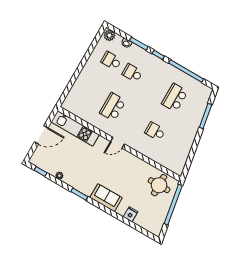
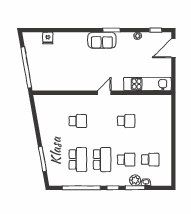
plant: (109, 35) -> (135, 180), moved
school desk: (154, 85) -> (102, 160), added
school desk: (113, 107) -> (126, 121), width x0.54
door: (41, 135) -> (173, 48), moved
round table: (159, 185) -> (48, 77), removed
sofa: (106, 198) -> (102, 40), moved
fridge: (131, 214) -> (48, 38), moved

